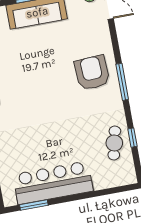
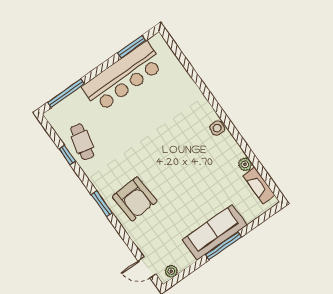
window: (122, 82) -> (102, 204), width x0.69
window: (109, 191) -> (66, 93), added

